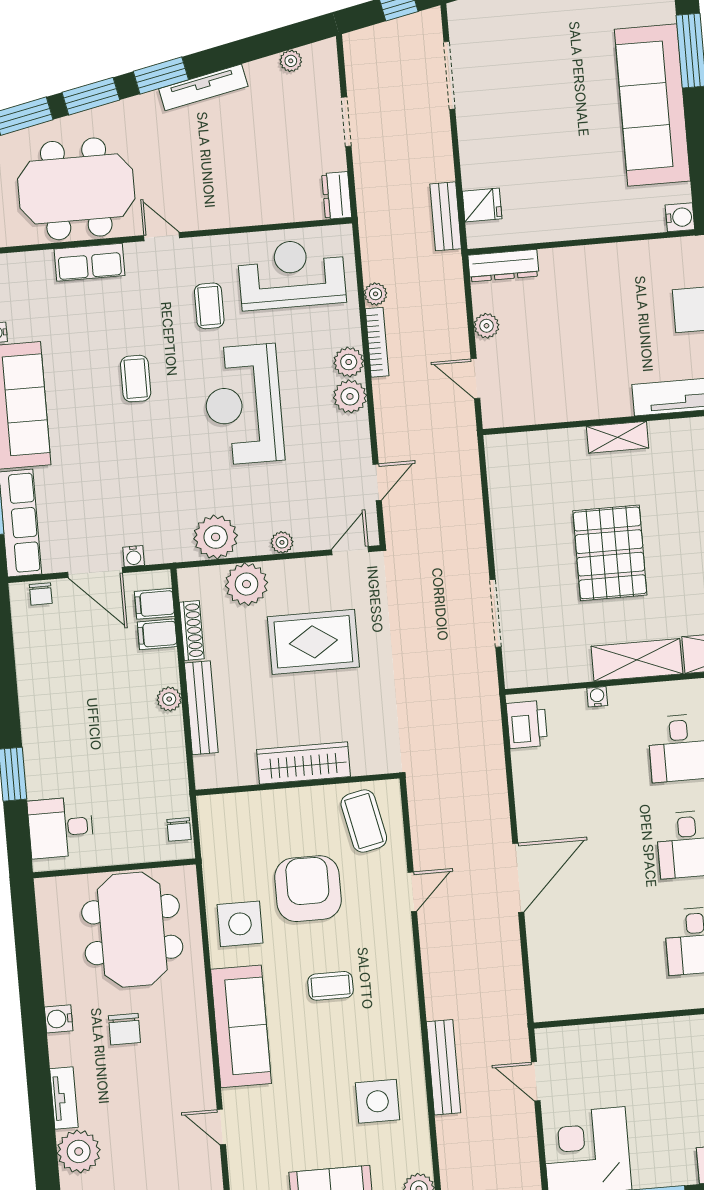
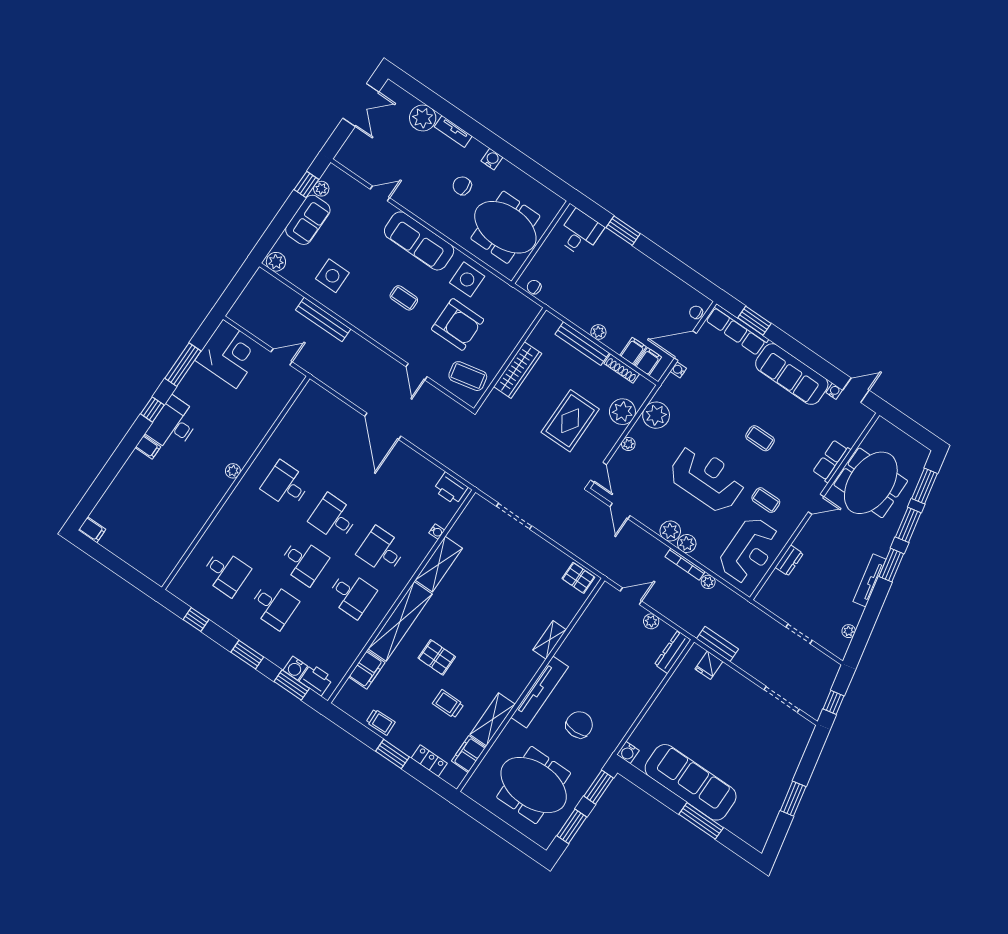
dresser: (337, 196) -> (789, 560), moved, turned 90
pallet: (610, 553) -> (578, 578), moved, width x0.49, depth x0.50
coffee table: (331, 986) -> (404, 298), turned 90

